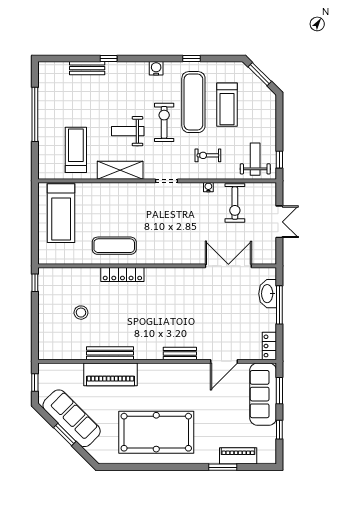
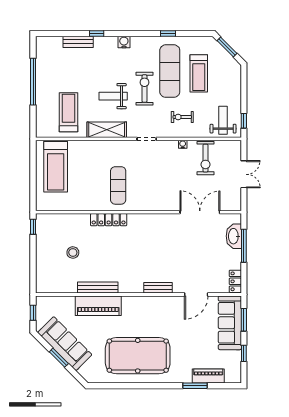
water cooler: (156, 68) -> (124, 42), moved
exercise mat: (114, 246) -> (118, 185), moved, turned 90

